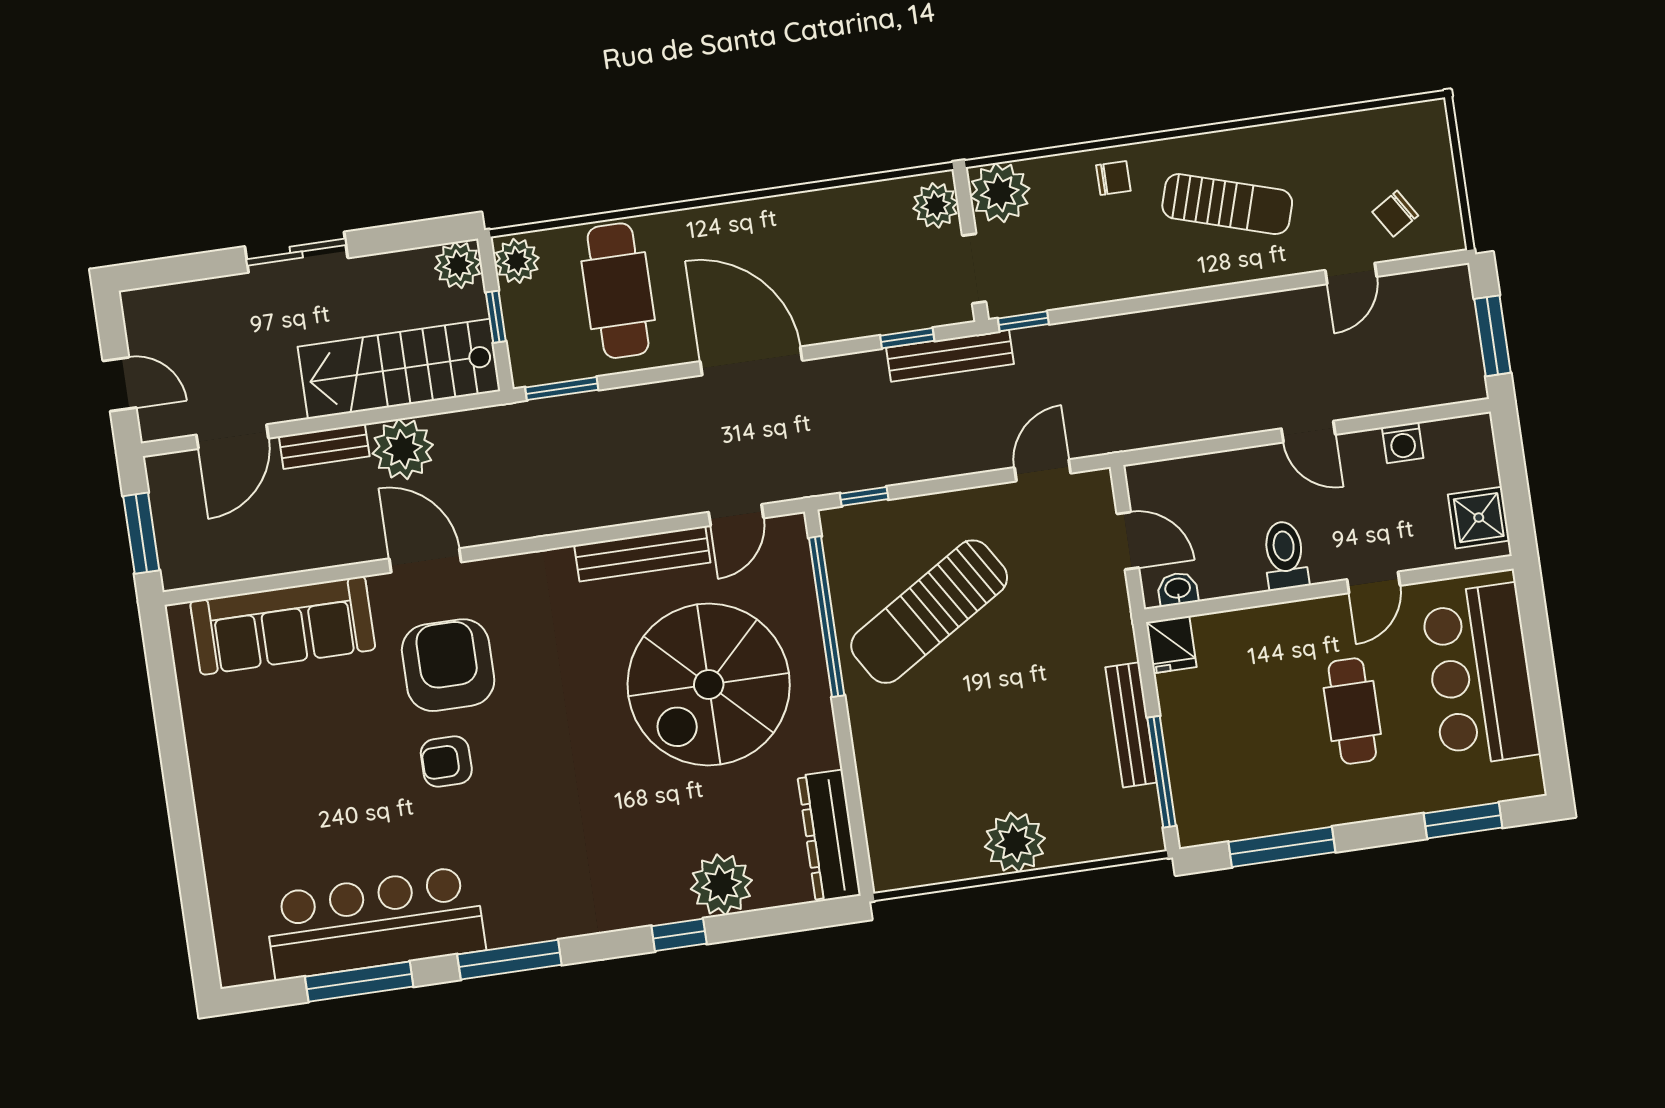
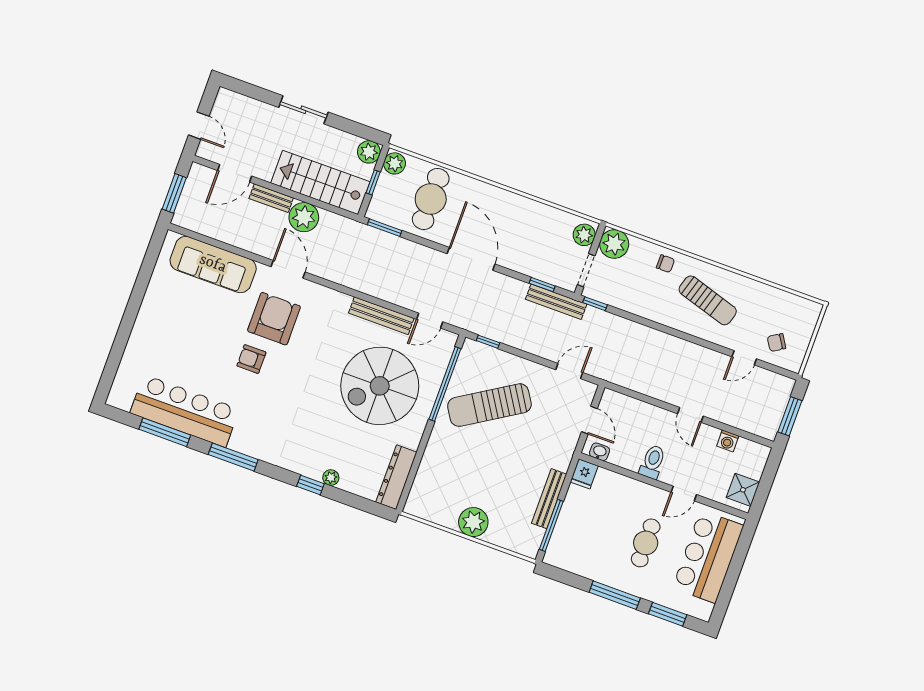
window: (1282, 847) -> (615, 595), moved
plant: (721, 885) -> (331, 478), width x0.53, depth x0.53

